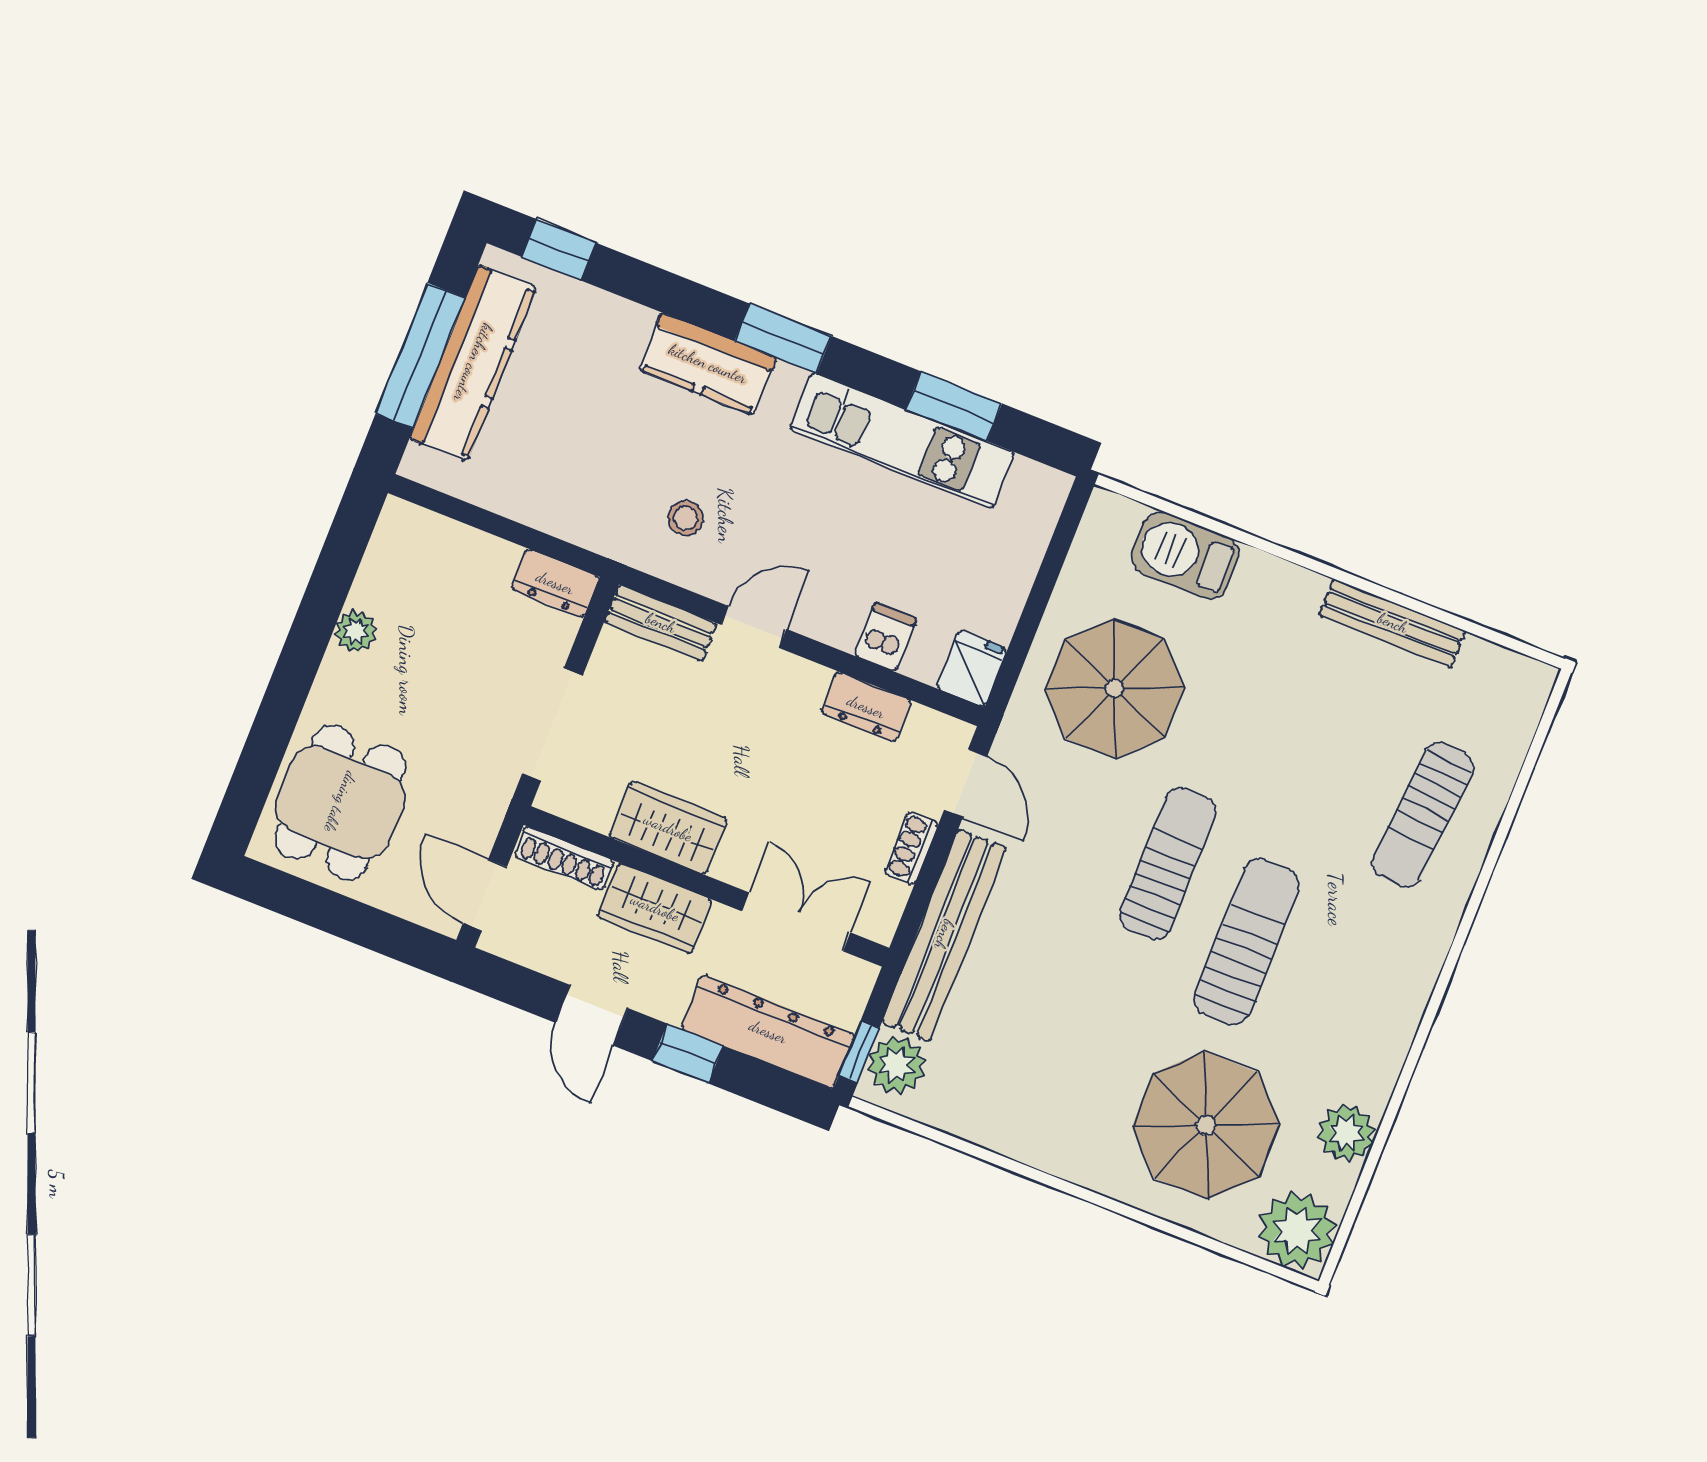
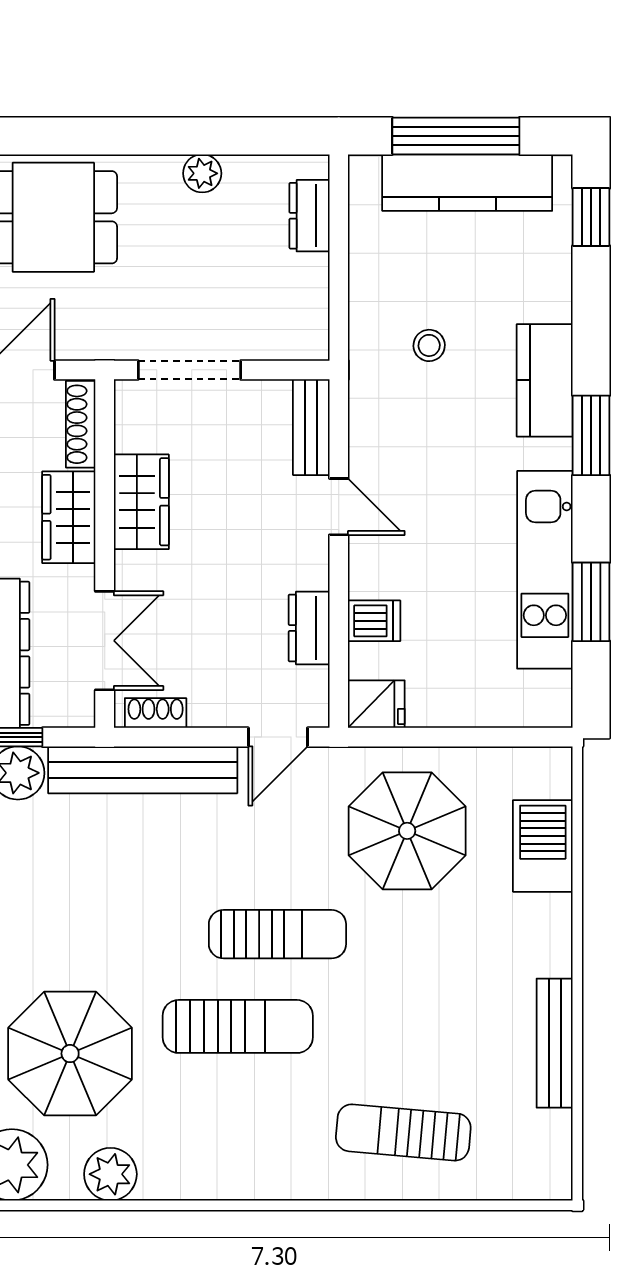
stool: (686, 518) -> (429, 345), moved
dresser: (555, 583) -> (309, 216), moved
shoe rack: (911, 848) -> (156, 713), moved

